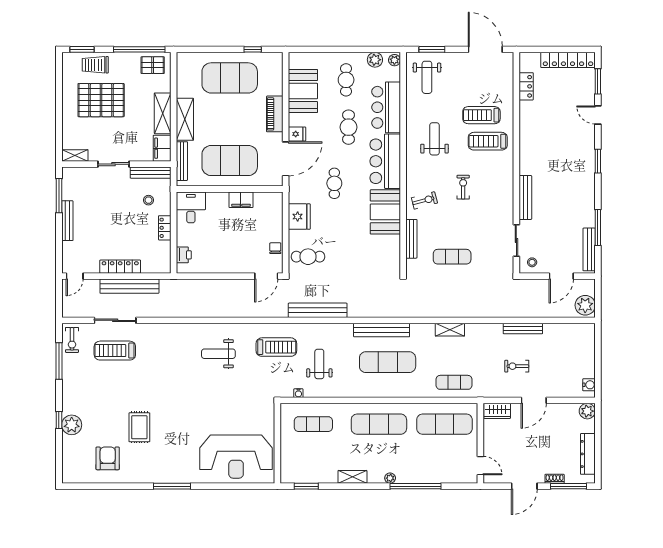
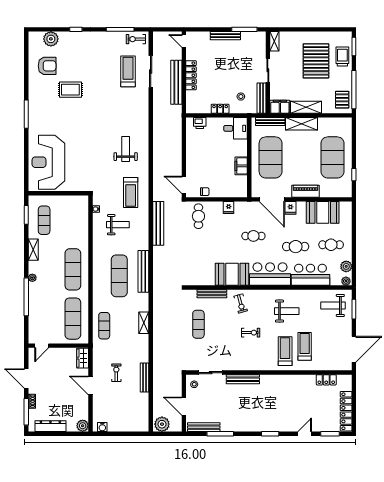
fridge: (299, 217) -> (229, 208), width x0.53, depth x0.75
exercise mat: (313, 424) -> (44, 220), moved
plant: (72, 425) -> (51, 39), moved

